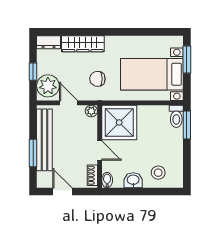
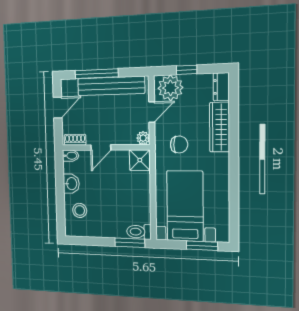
chair: (97, 79) -> (179, 145), turned 90
shower: (119, 122) -> (140, 160), width x0.54, depth x0.54
window: (33, 153) -> (97, 74), width x1.44

